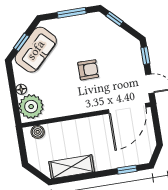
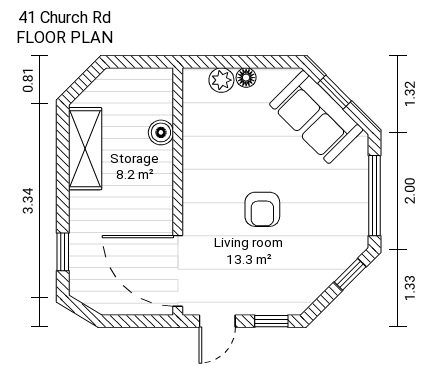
window: (72, 13) -> (375, 196), width x1.44
plant: (31, 107) -> (221, 80), width x0.53, depth x0.53
boiler: (38, 132) -> (161, 132), moved

